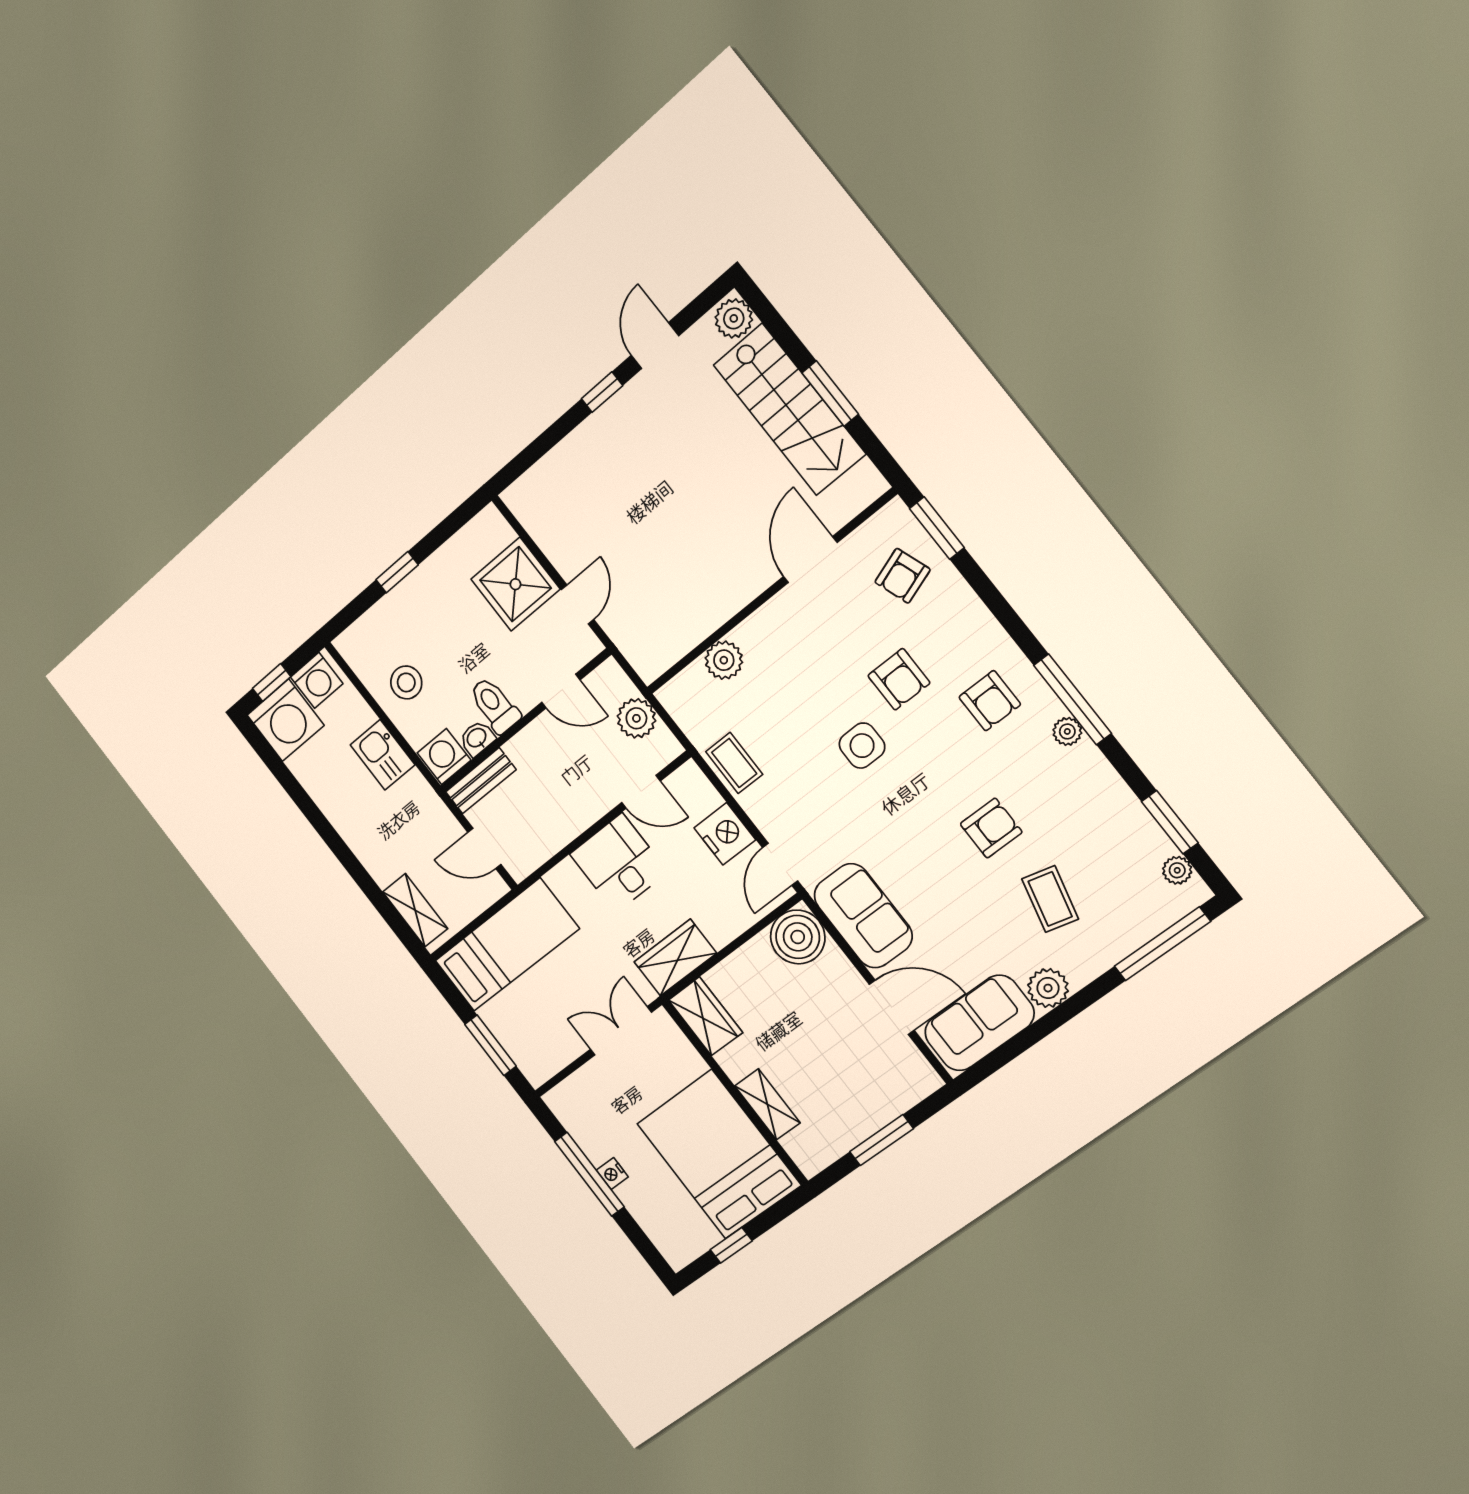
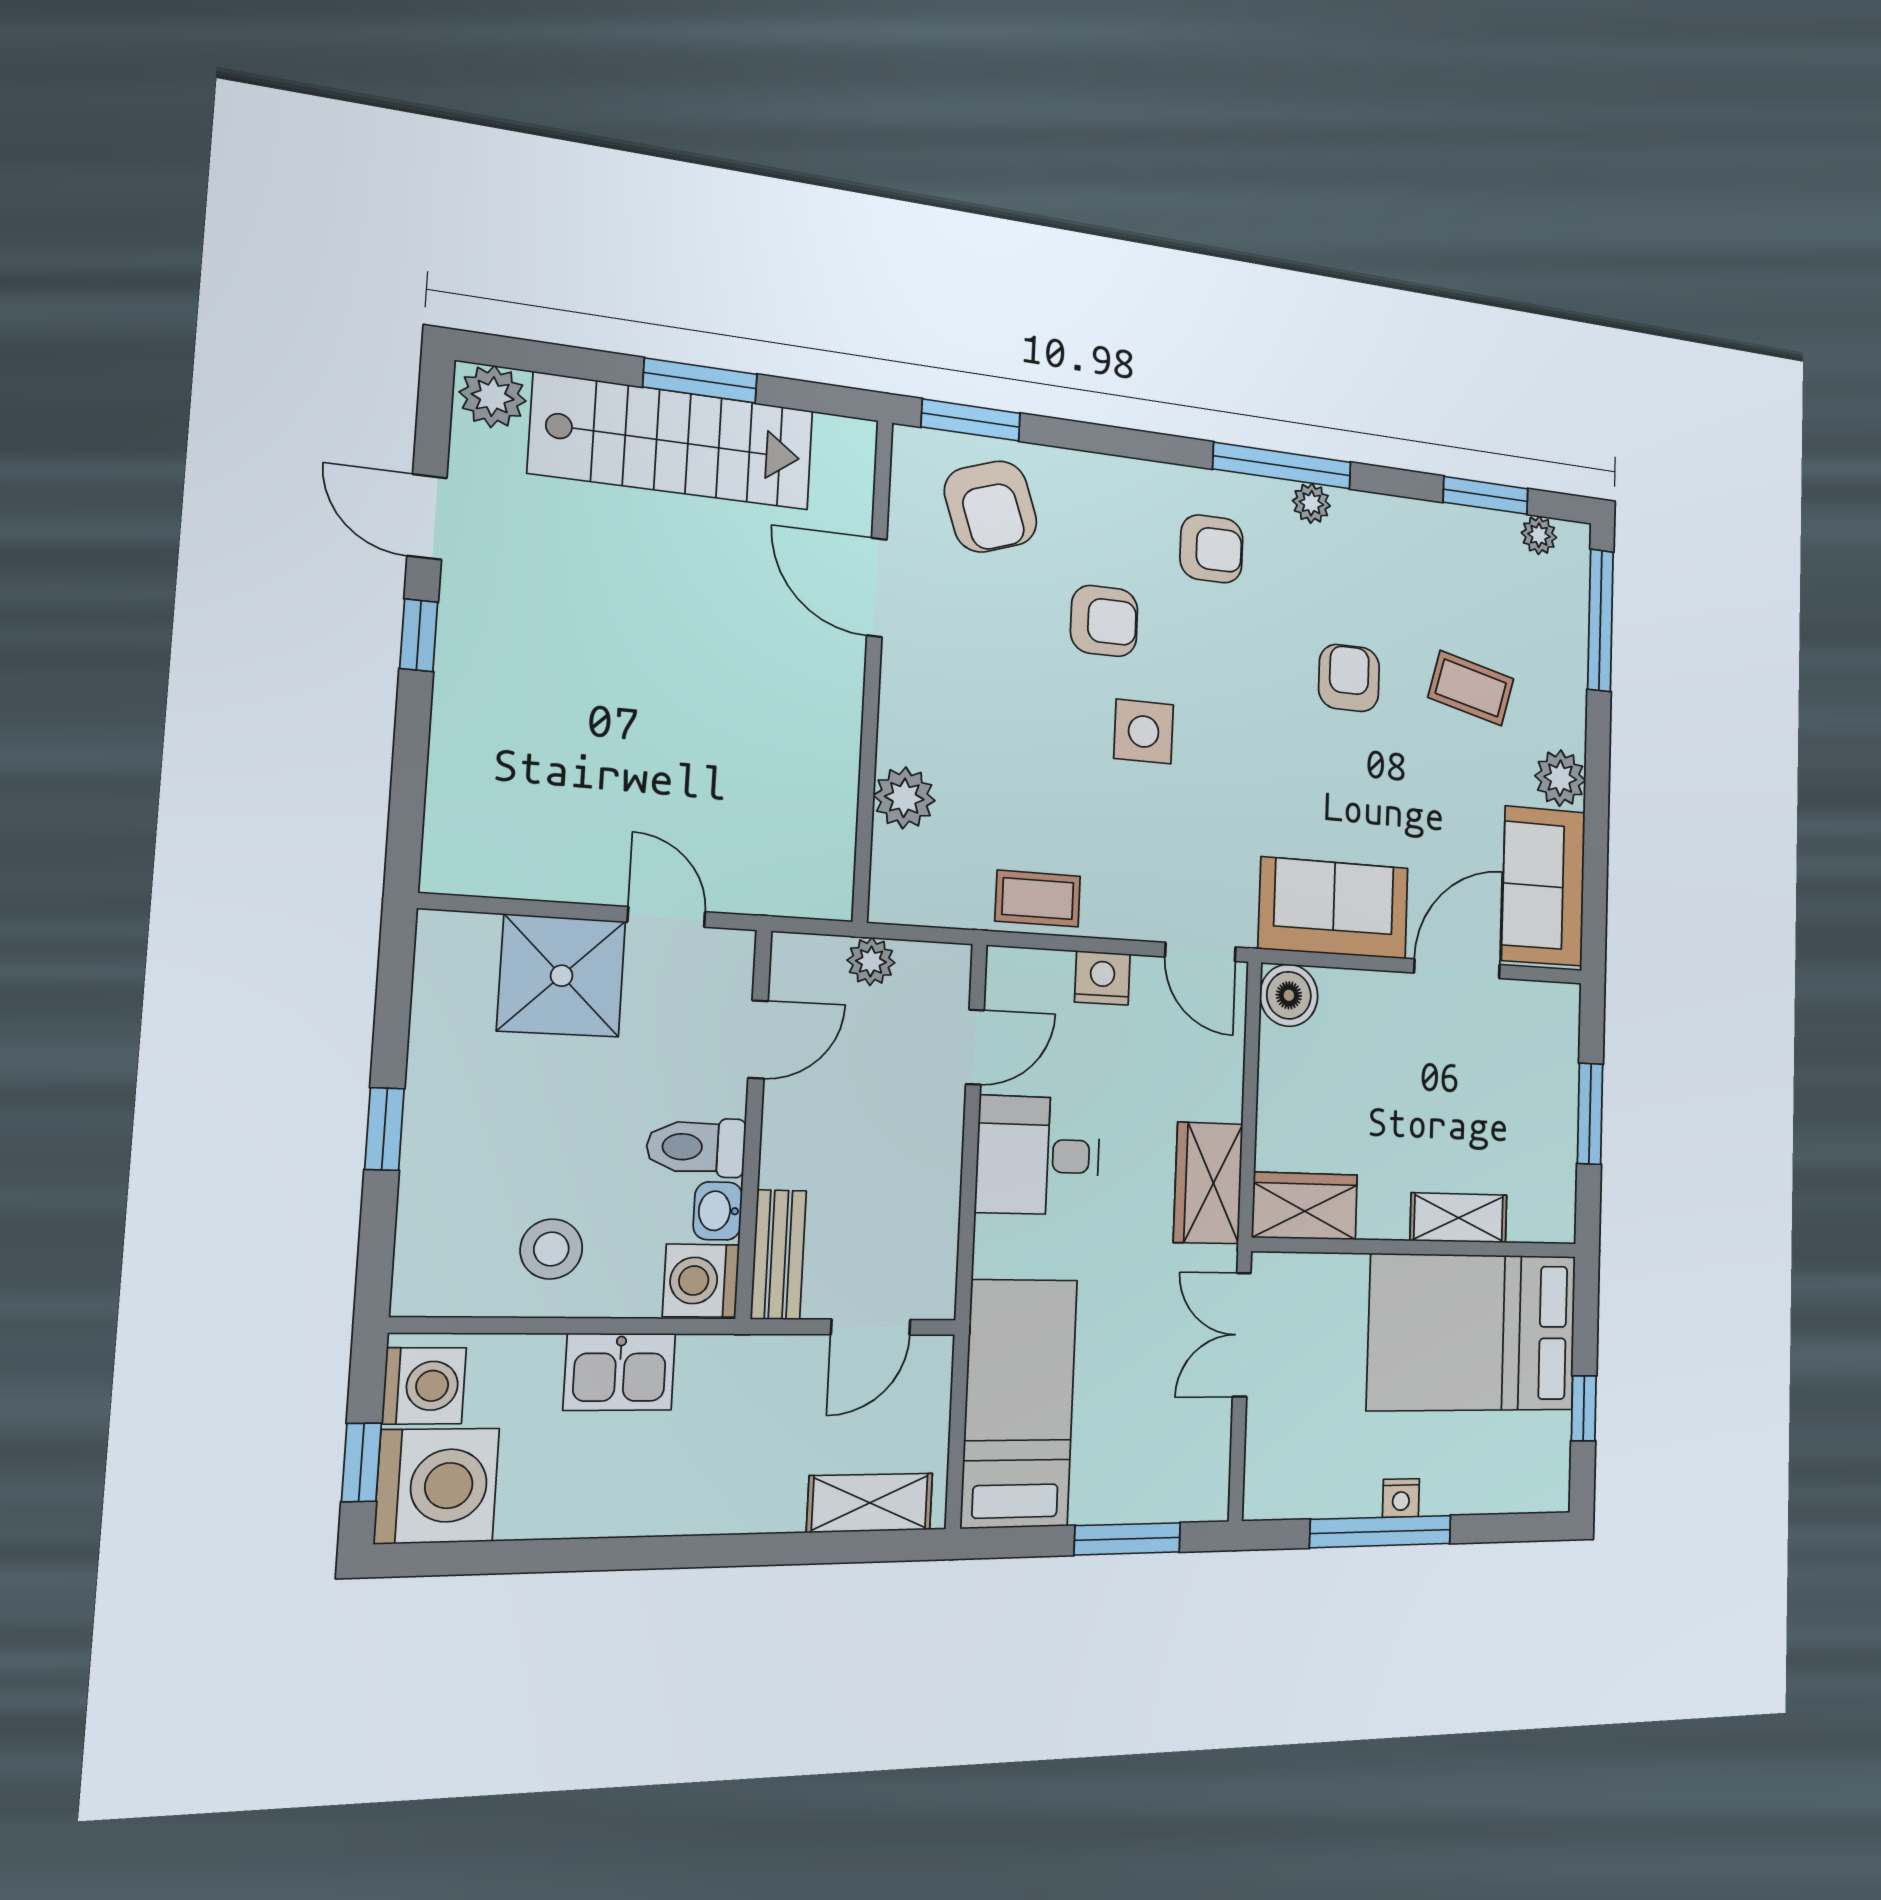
armchair: (902, 576) -> (991, 507), width x1.38, depth x1.38
plant: (636, 718) -> (871, 961), width x0.73, depth x0.73
nightstand: (725, 834) -> (1102, 978), width x0.74, depth x0.75
boiler: (798, 937) -> (1289, 995), width x0.73, depth x0.73

